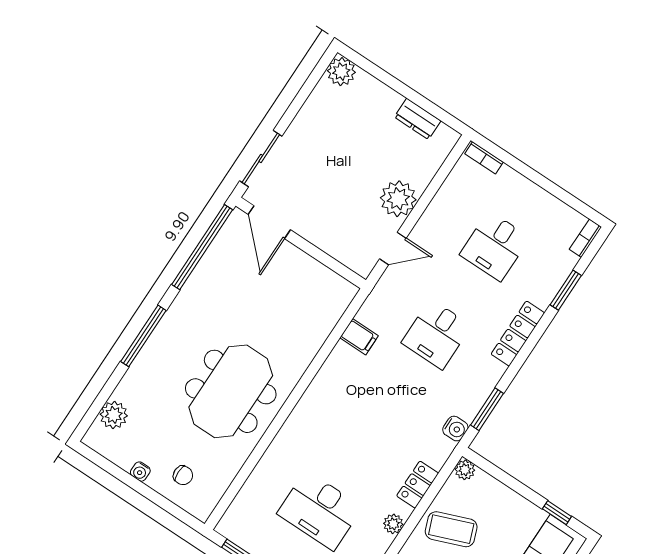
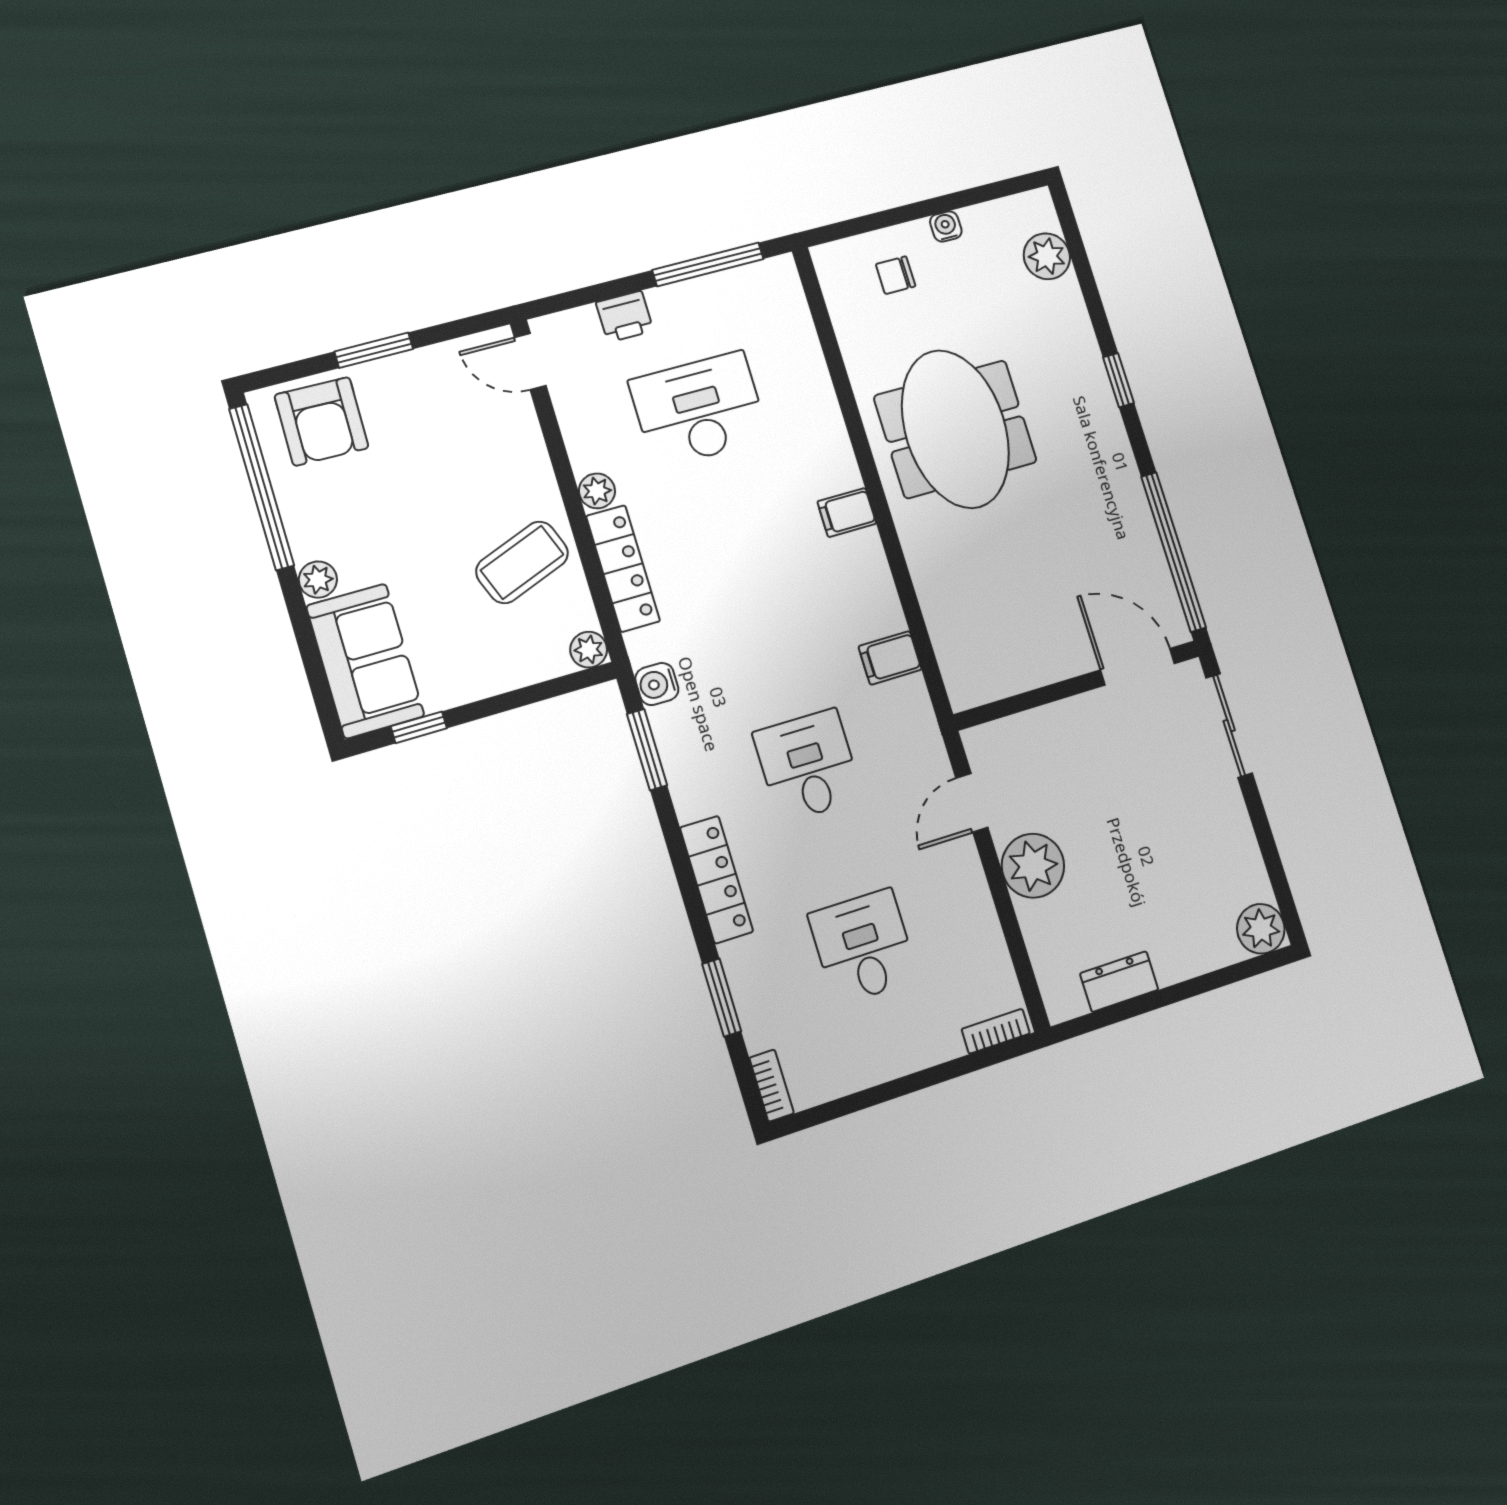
window: (143, 336) -> (1119, 380), width x0.46
filing cabinet: (310, 409) -> (847, 513), added
locker: (418, 485) -> (623, 569), width x1.53

